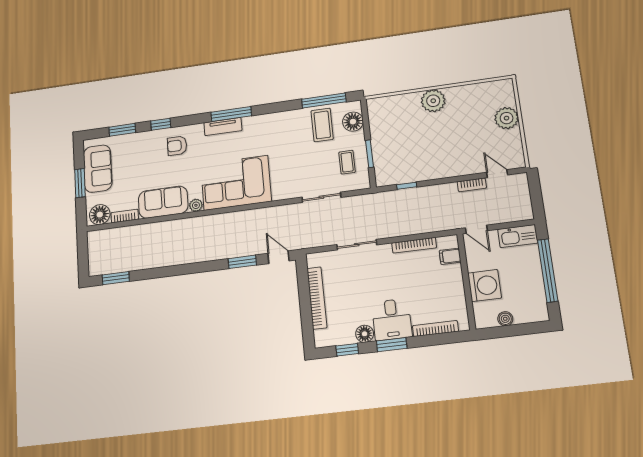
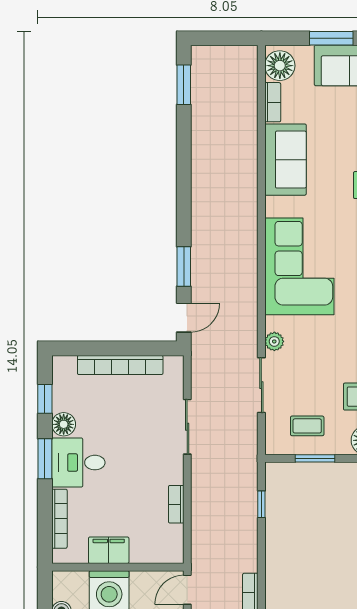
plant: (196, 205) -> (274, 341), moved
bookcase: (414, 245) -> (176, 504), width x0.64
filing cabinet: (450, 256) -> (109, 550), moved, width x2.00

